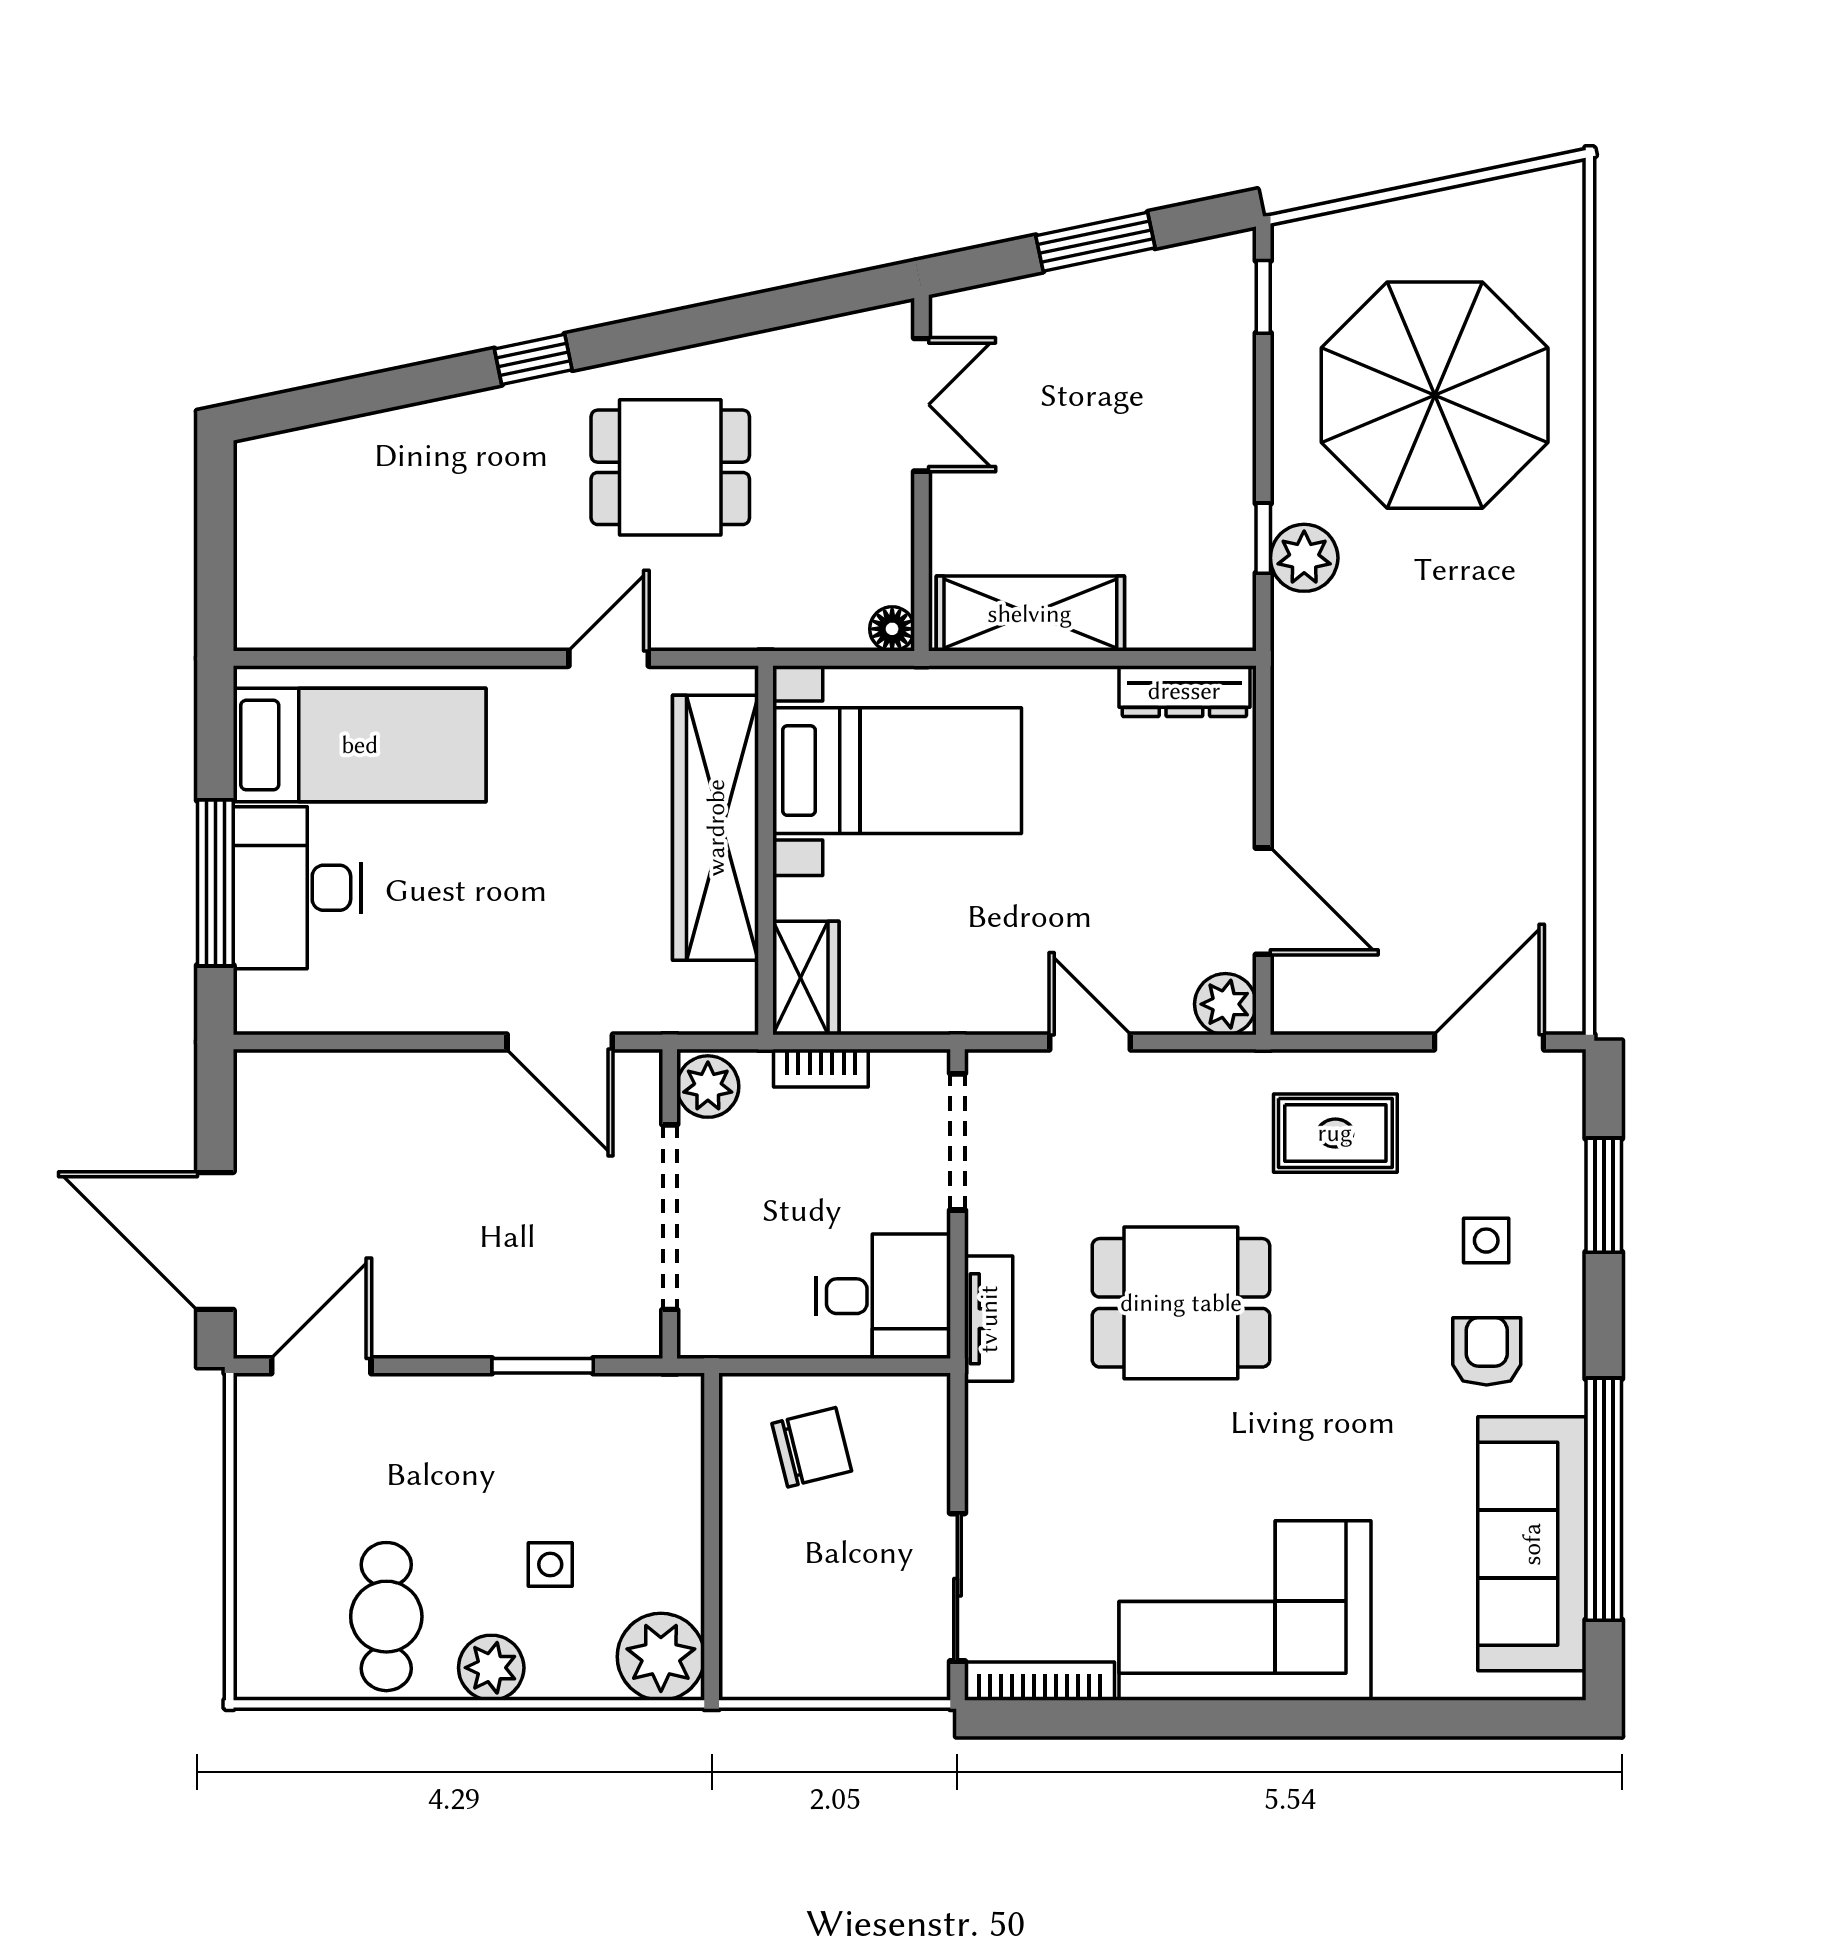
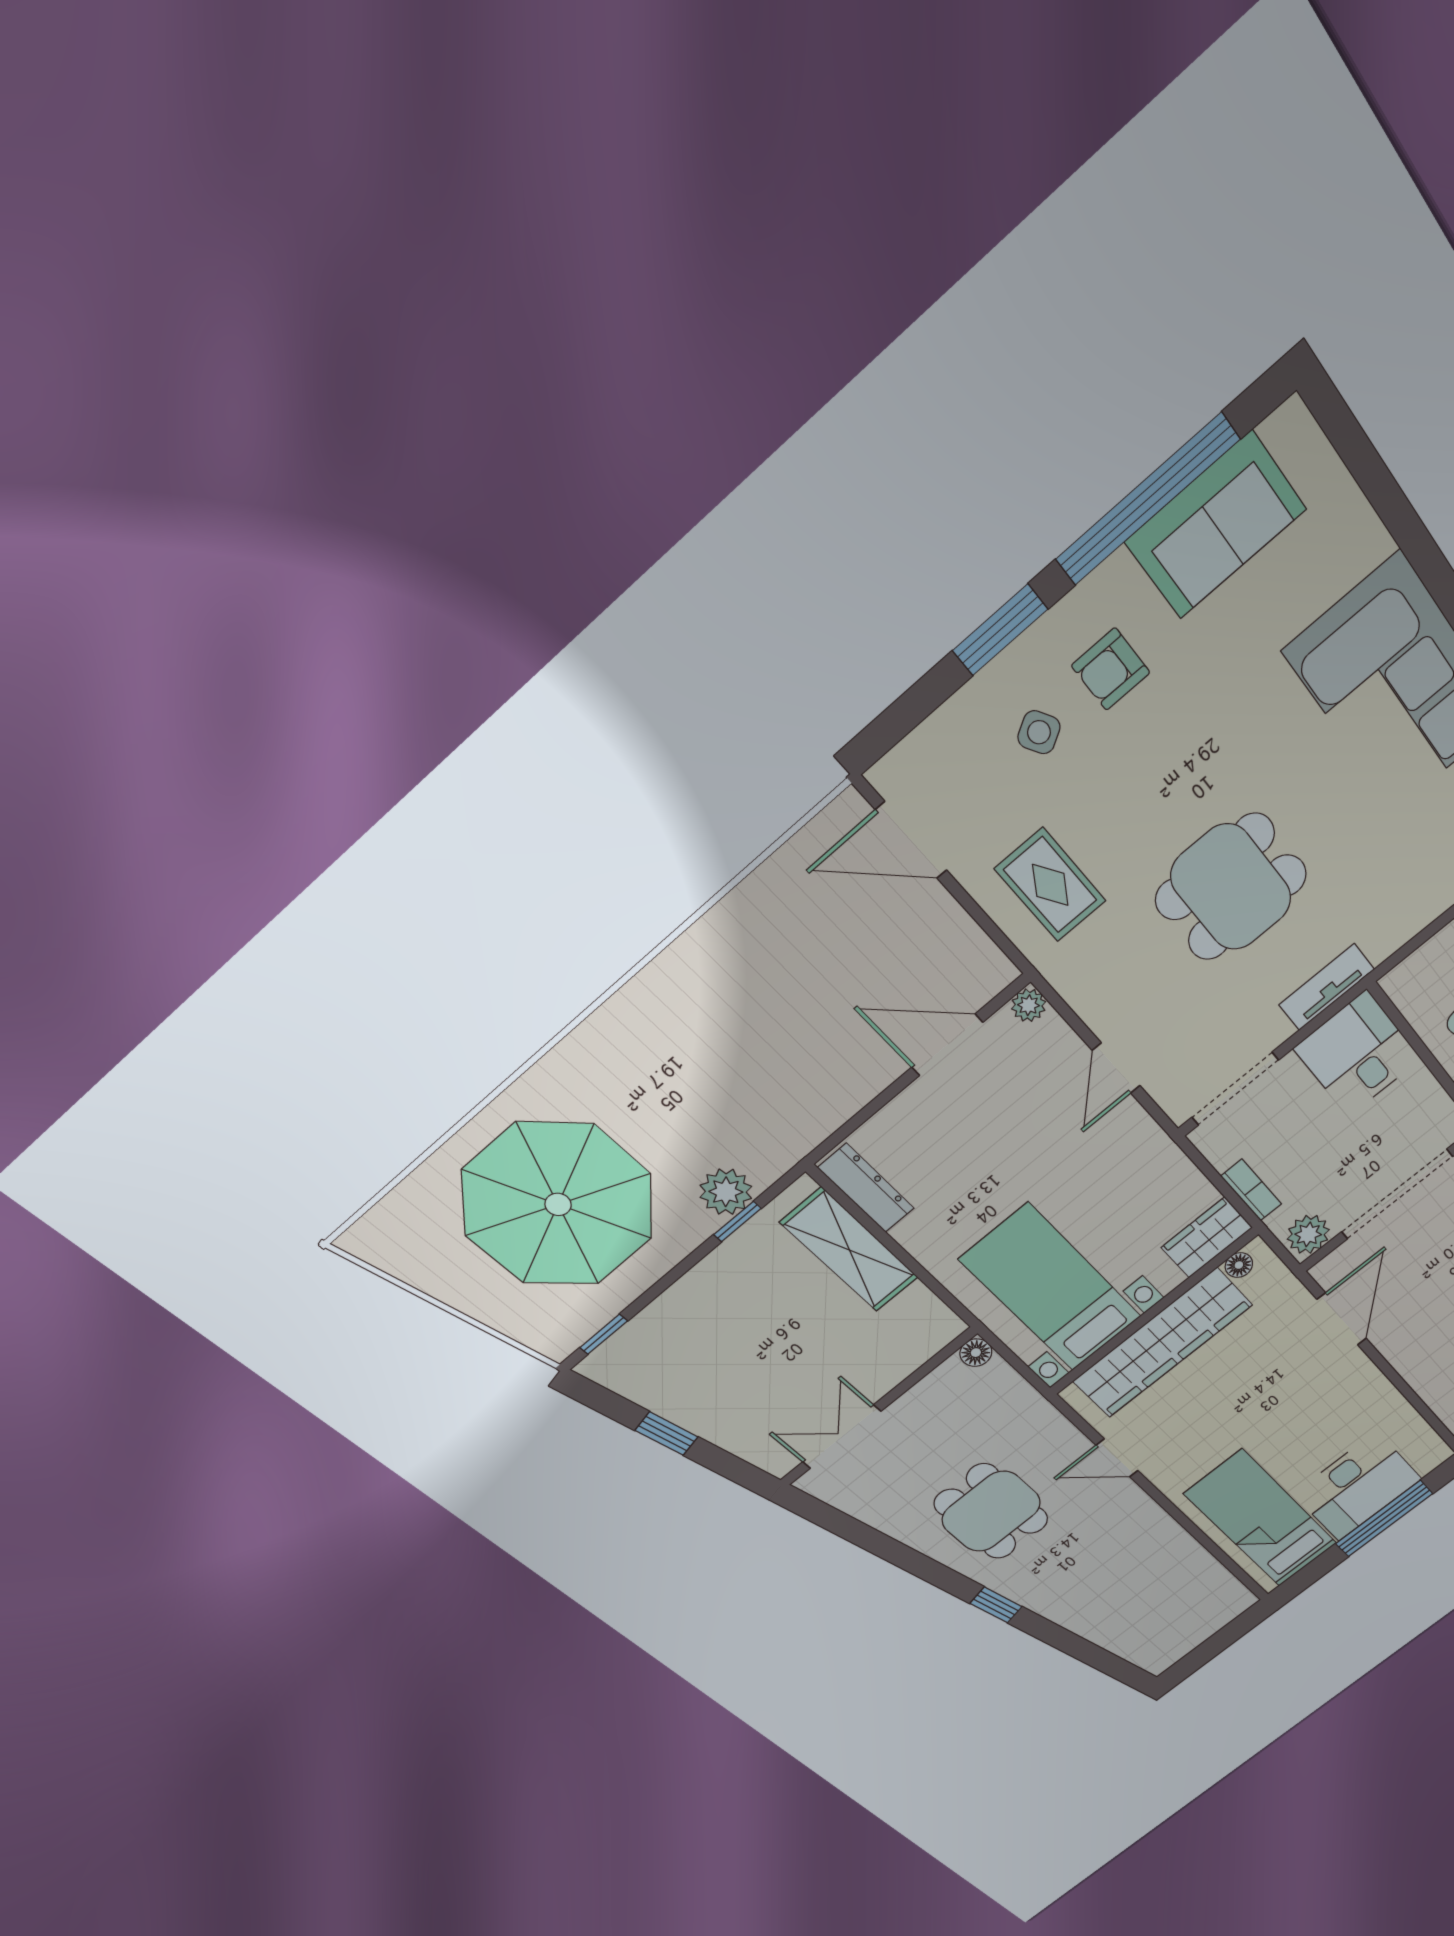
window: (1095, 242) -> (666, 1434), width x0.67
shelving: (1030, 614) -> (850, 1250), moved
door: (1263, 901) -> (947, 1045), hinge flipped
floor lamp: (739, 985) -> (1239, 1265), added
plant: (1225, 1004) -> (1029, 1005), width x0.73, depth x0.73
window: (1604, 1195) -> (1000, 630), moved
side table: (1486, 1241) -> (1039, 732), turned -30
dining table: (1181, 1303) -> (1231, 887), turned 90
sofa: (1532, 1544) -> (1216, 525), width x0.73

